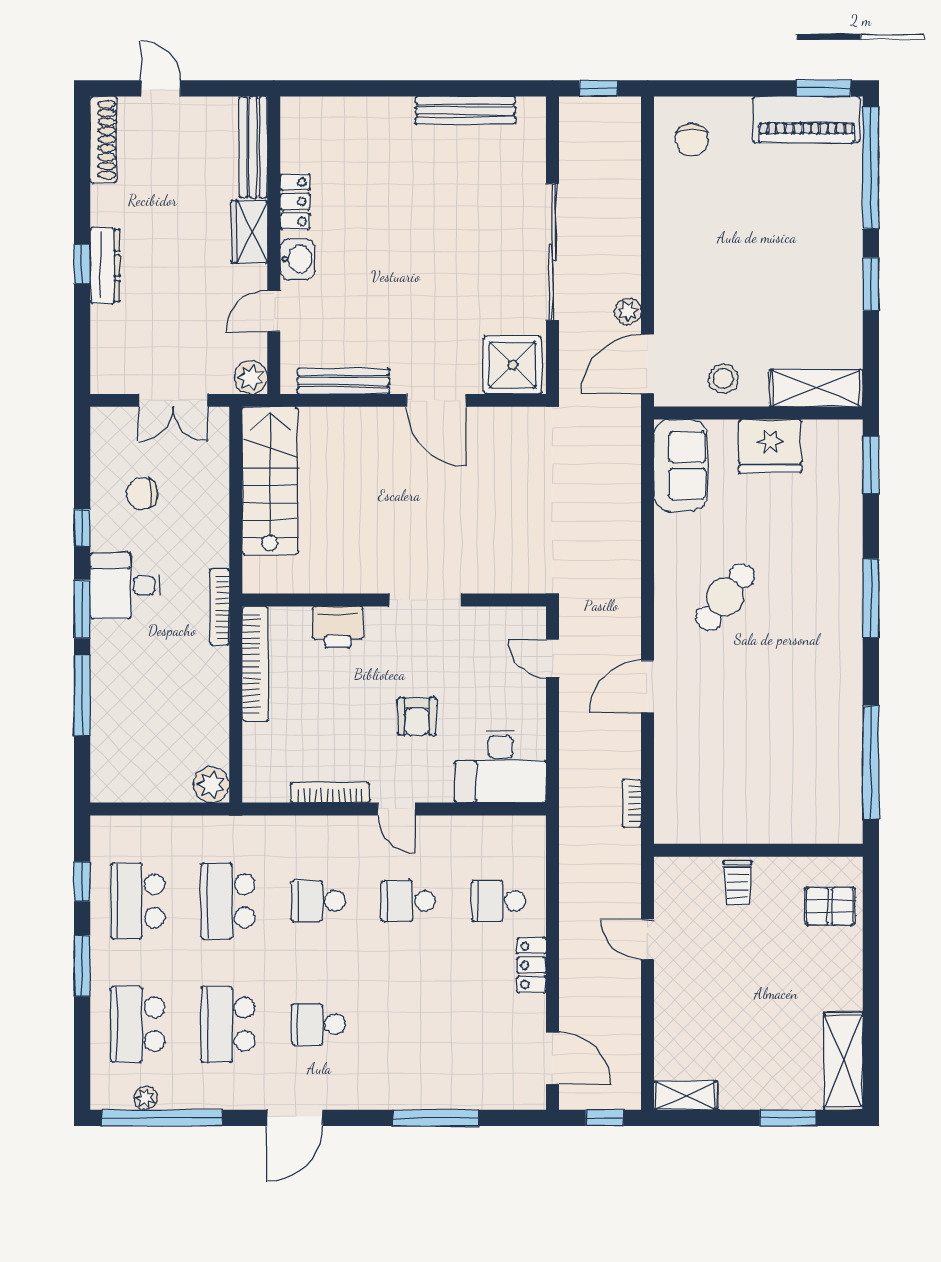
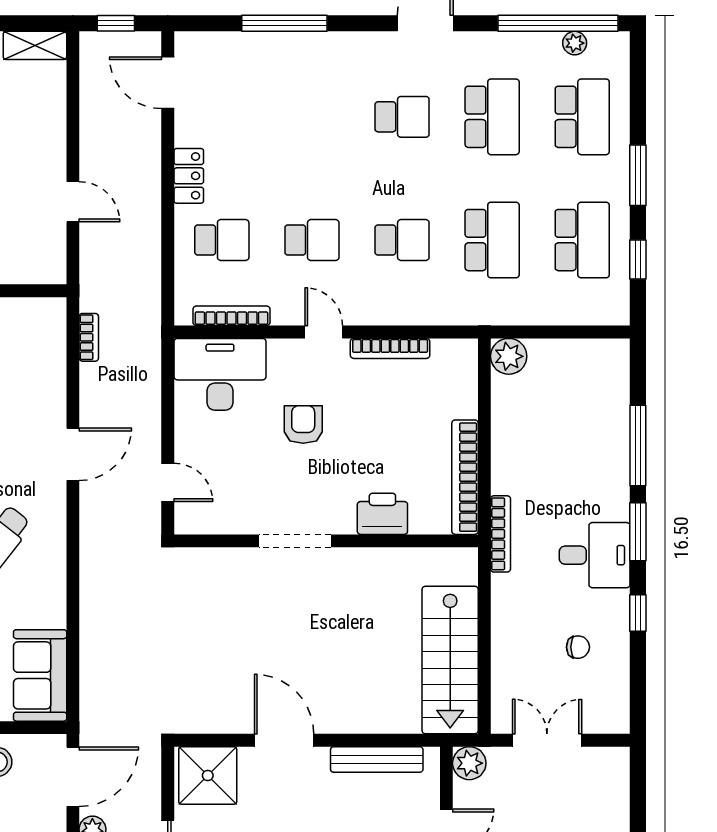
chair: (142, 494) -> (578, 647), width x0.73, depth x0.73
bookcase: (489, 825) -> (232, 316), added

